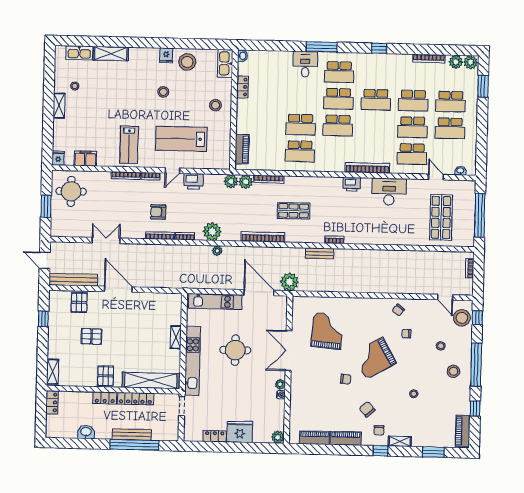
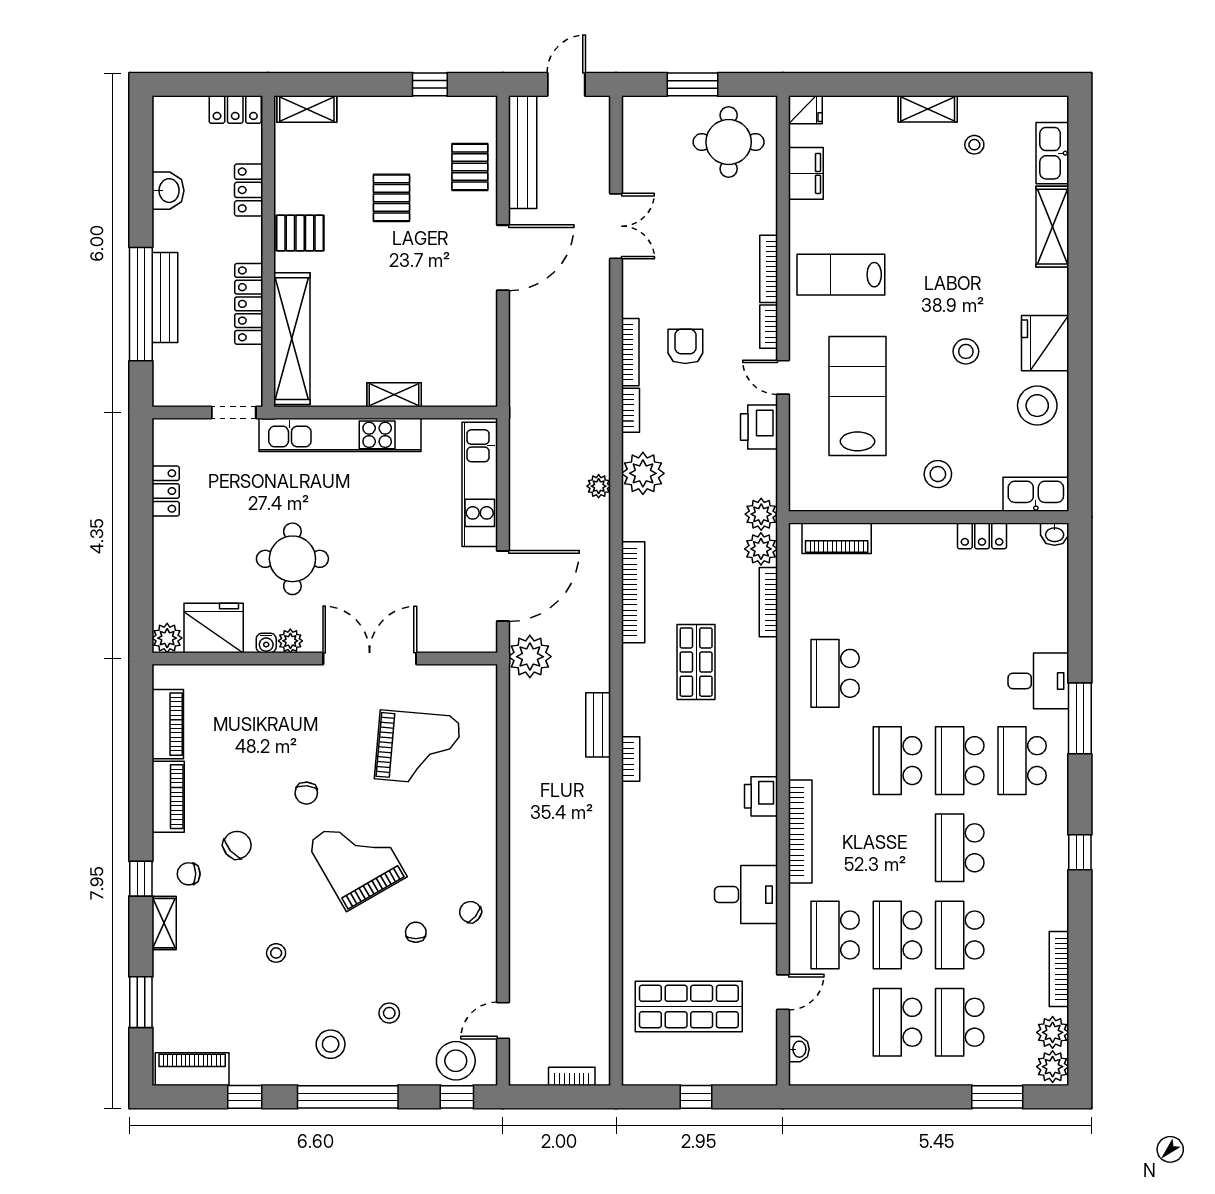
fridge: (166, 55) -> (1045, 343), width x1.88, depth x1.34
school desk: (300, 125) -> (897, 673), removed
desk: (389, 192) -> (746, 895), width x0.73
window: (480, 215) -> (696, 1097), width x0.32
pallet: (79, 302) -> (470, 167), turned 90
round table: (235, 350) -> (292, 559), moved
locker: (105, 398) -> (249, 190), moved
fridge: (240, 432) -> (214, 628), moved, turned -90

